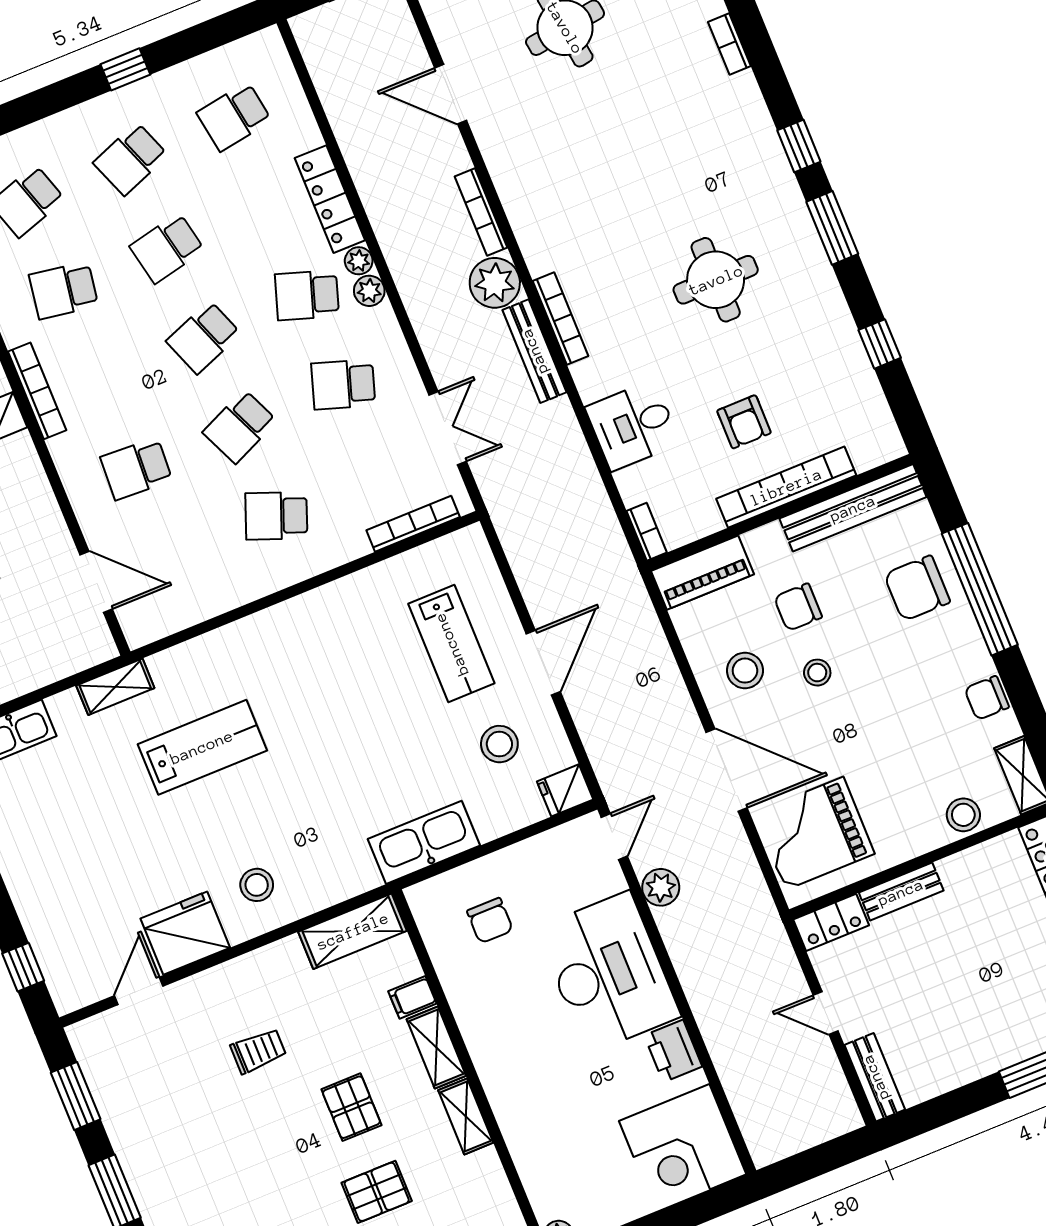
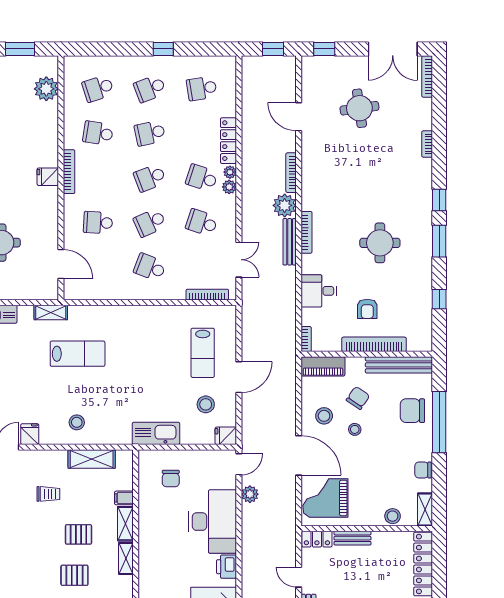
chair: (798, 607) -> (358, 398), turned 124
shelving: (353, 931) -> (92, 459), moved
fridge: (185, 933) -> (30, 434), width x0.53, depth x0.75
pallet: (351, 1107) -> (78, 534), turned 90

